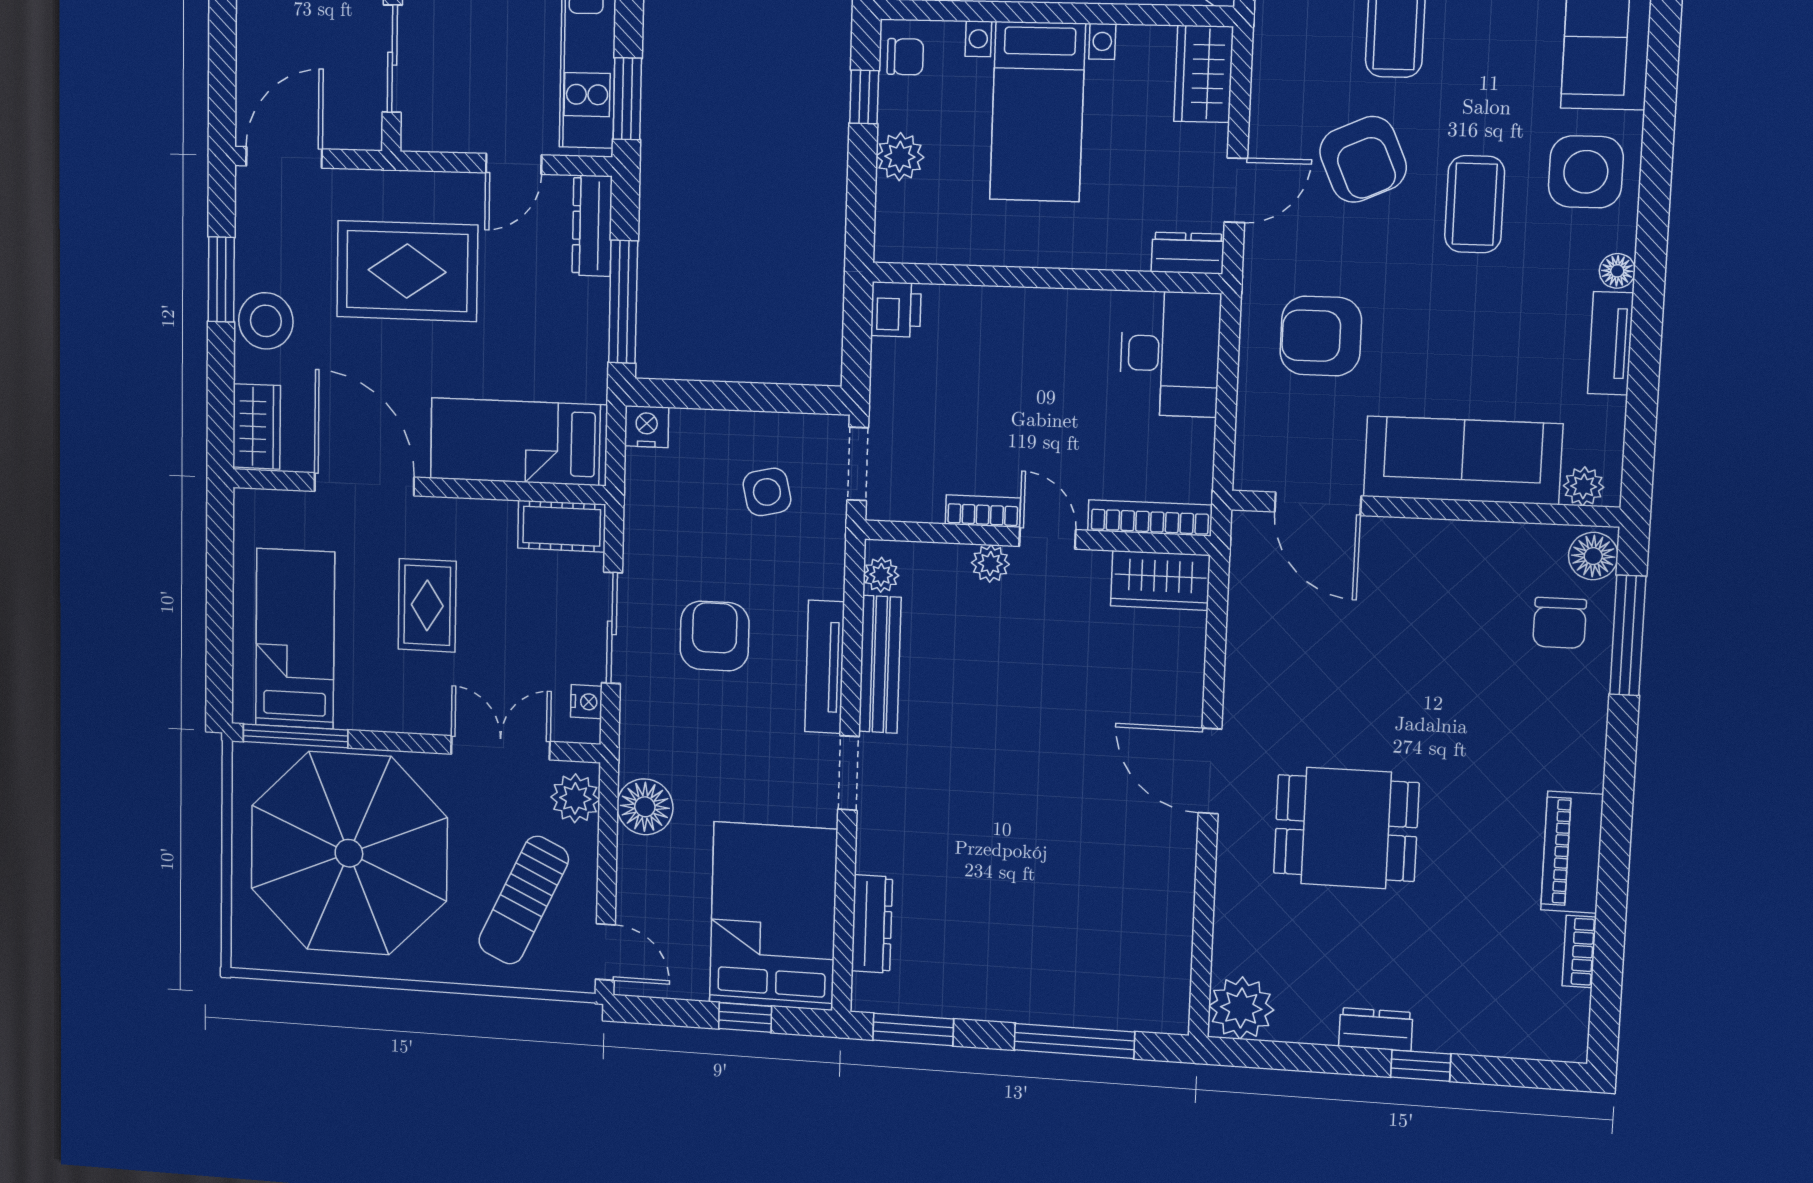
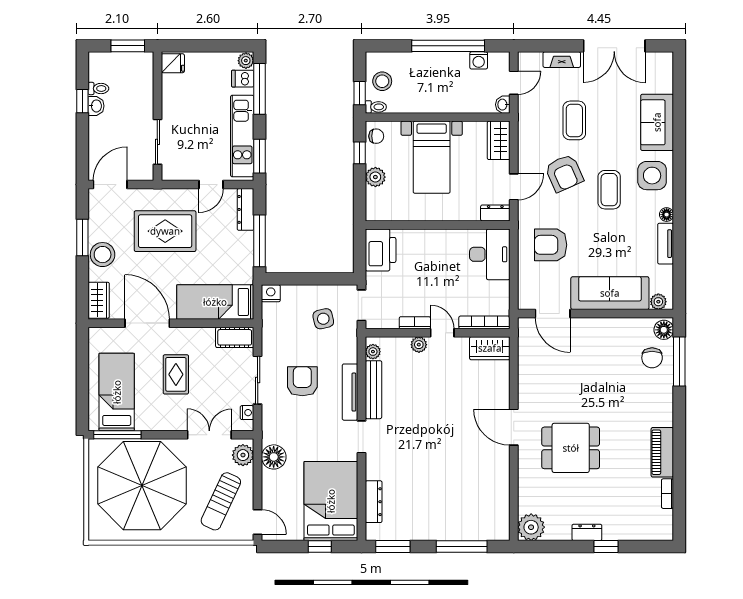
printer: (896, 309) -> (381, 250), width x1.87, depth x1.48

